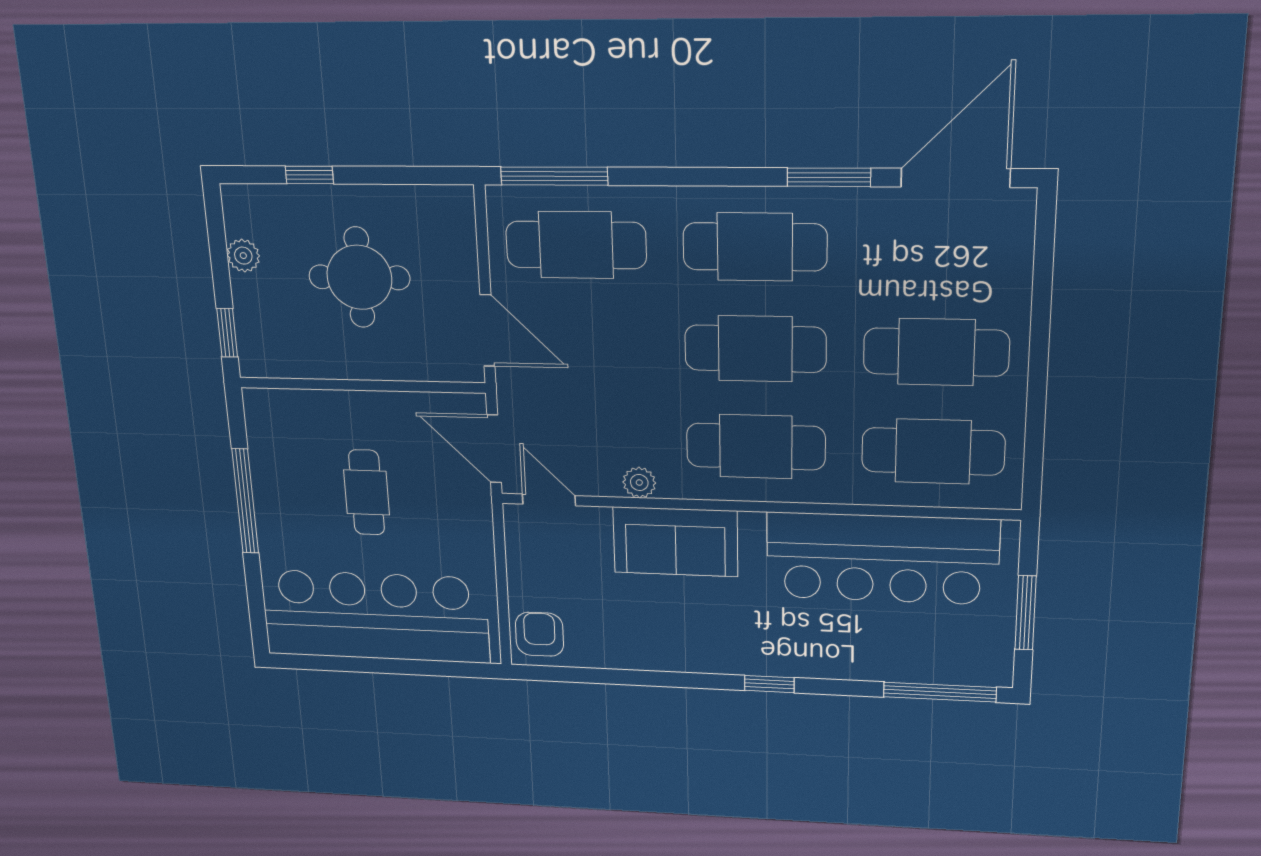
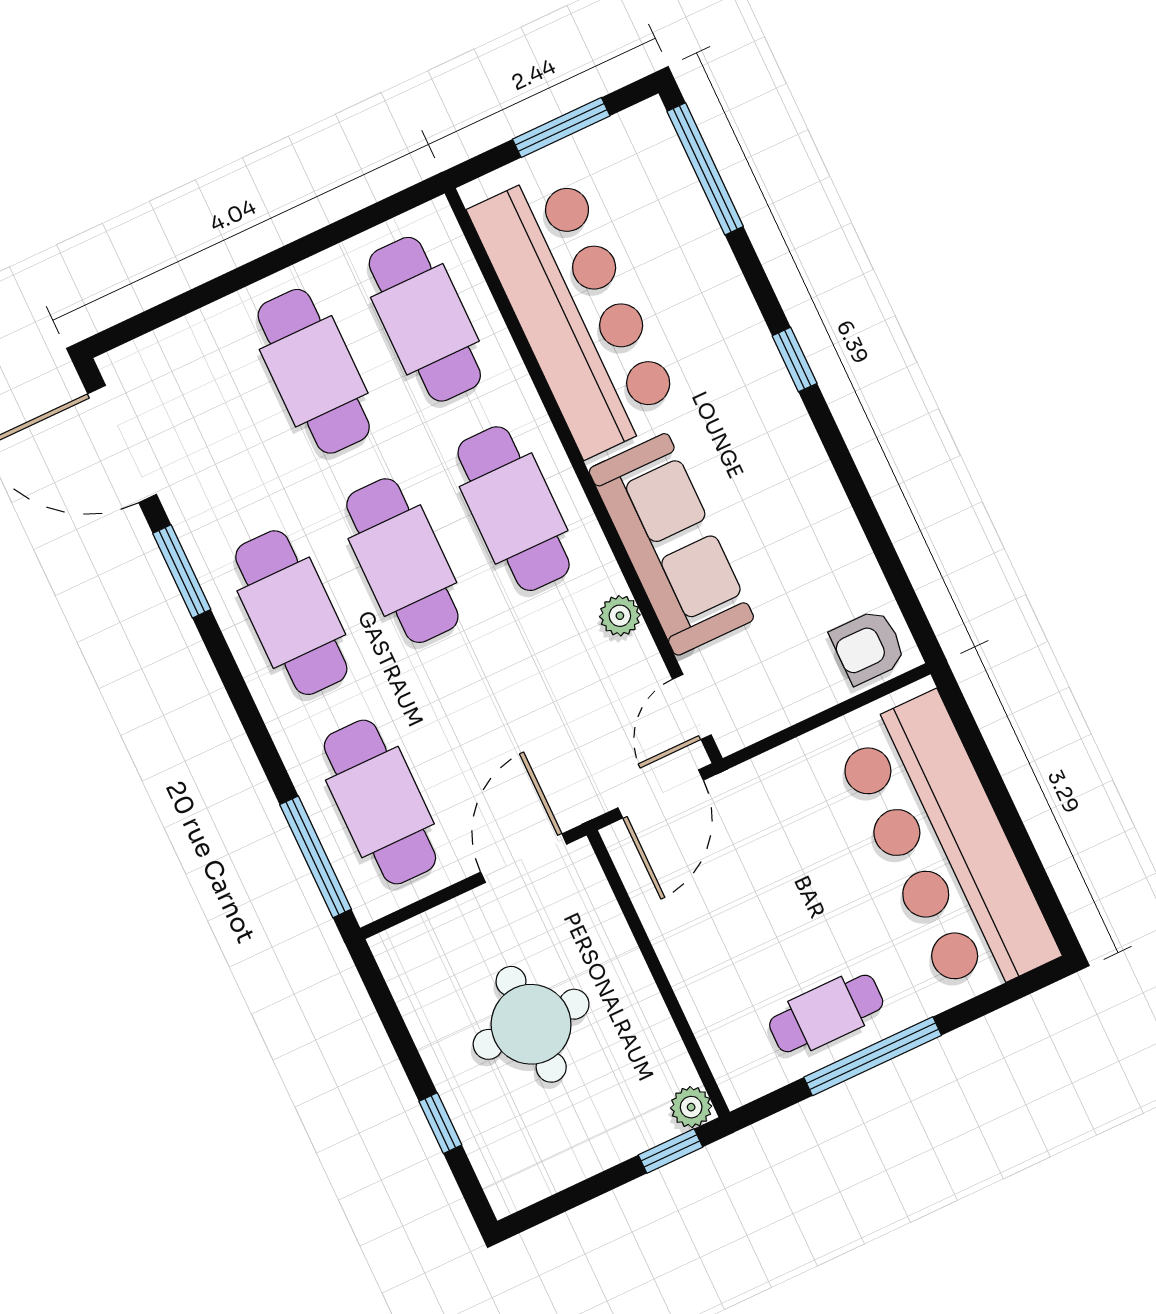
plant: (243, 256) -> (691, 1107), moved
cafe table: (367, 492) -> (826, 1013), moved
sofa: (675, 542) -> (671, 544), width x1.36

